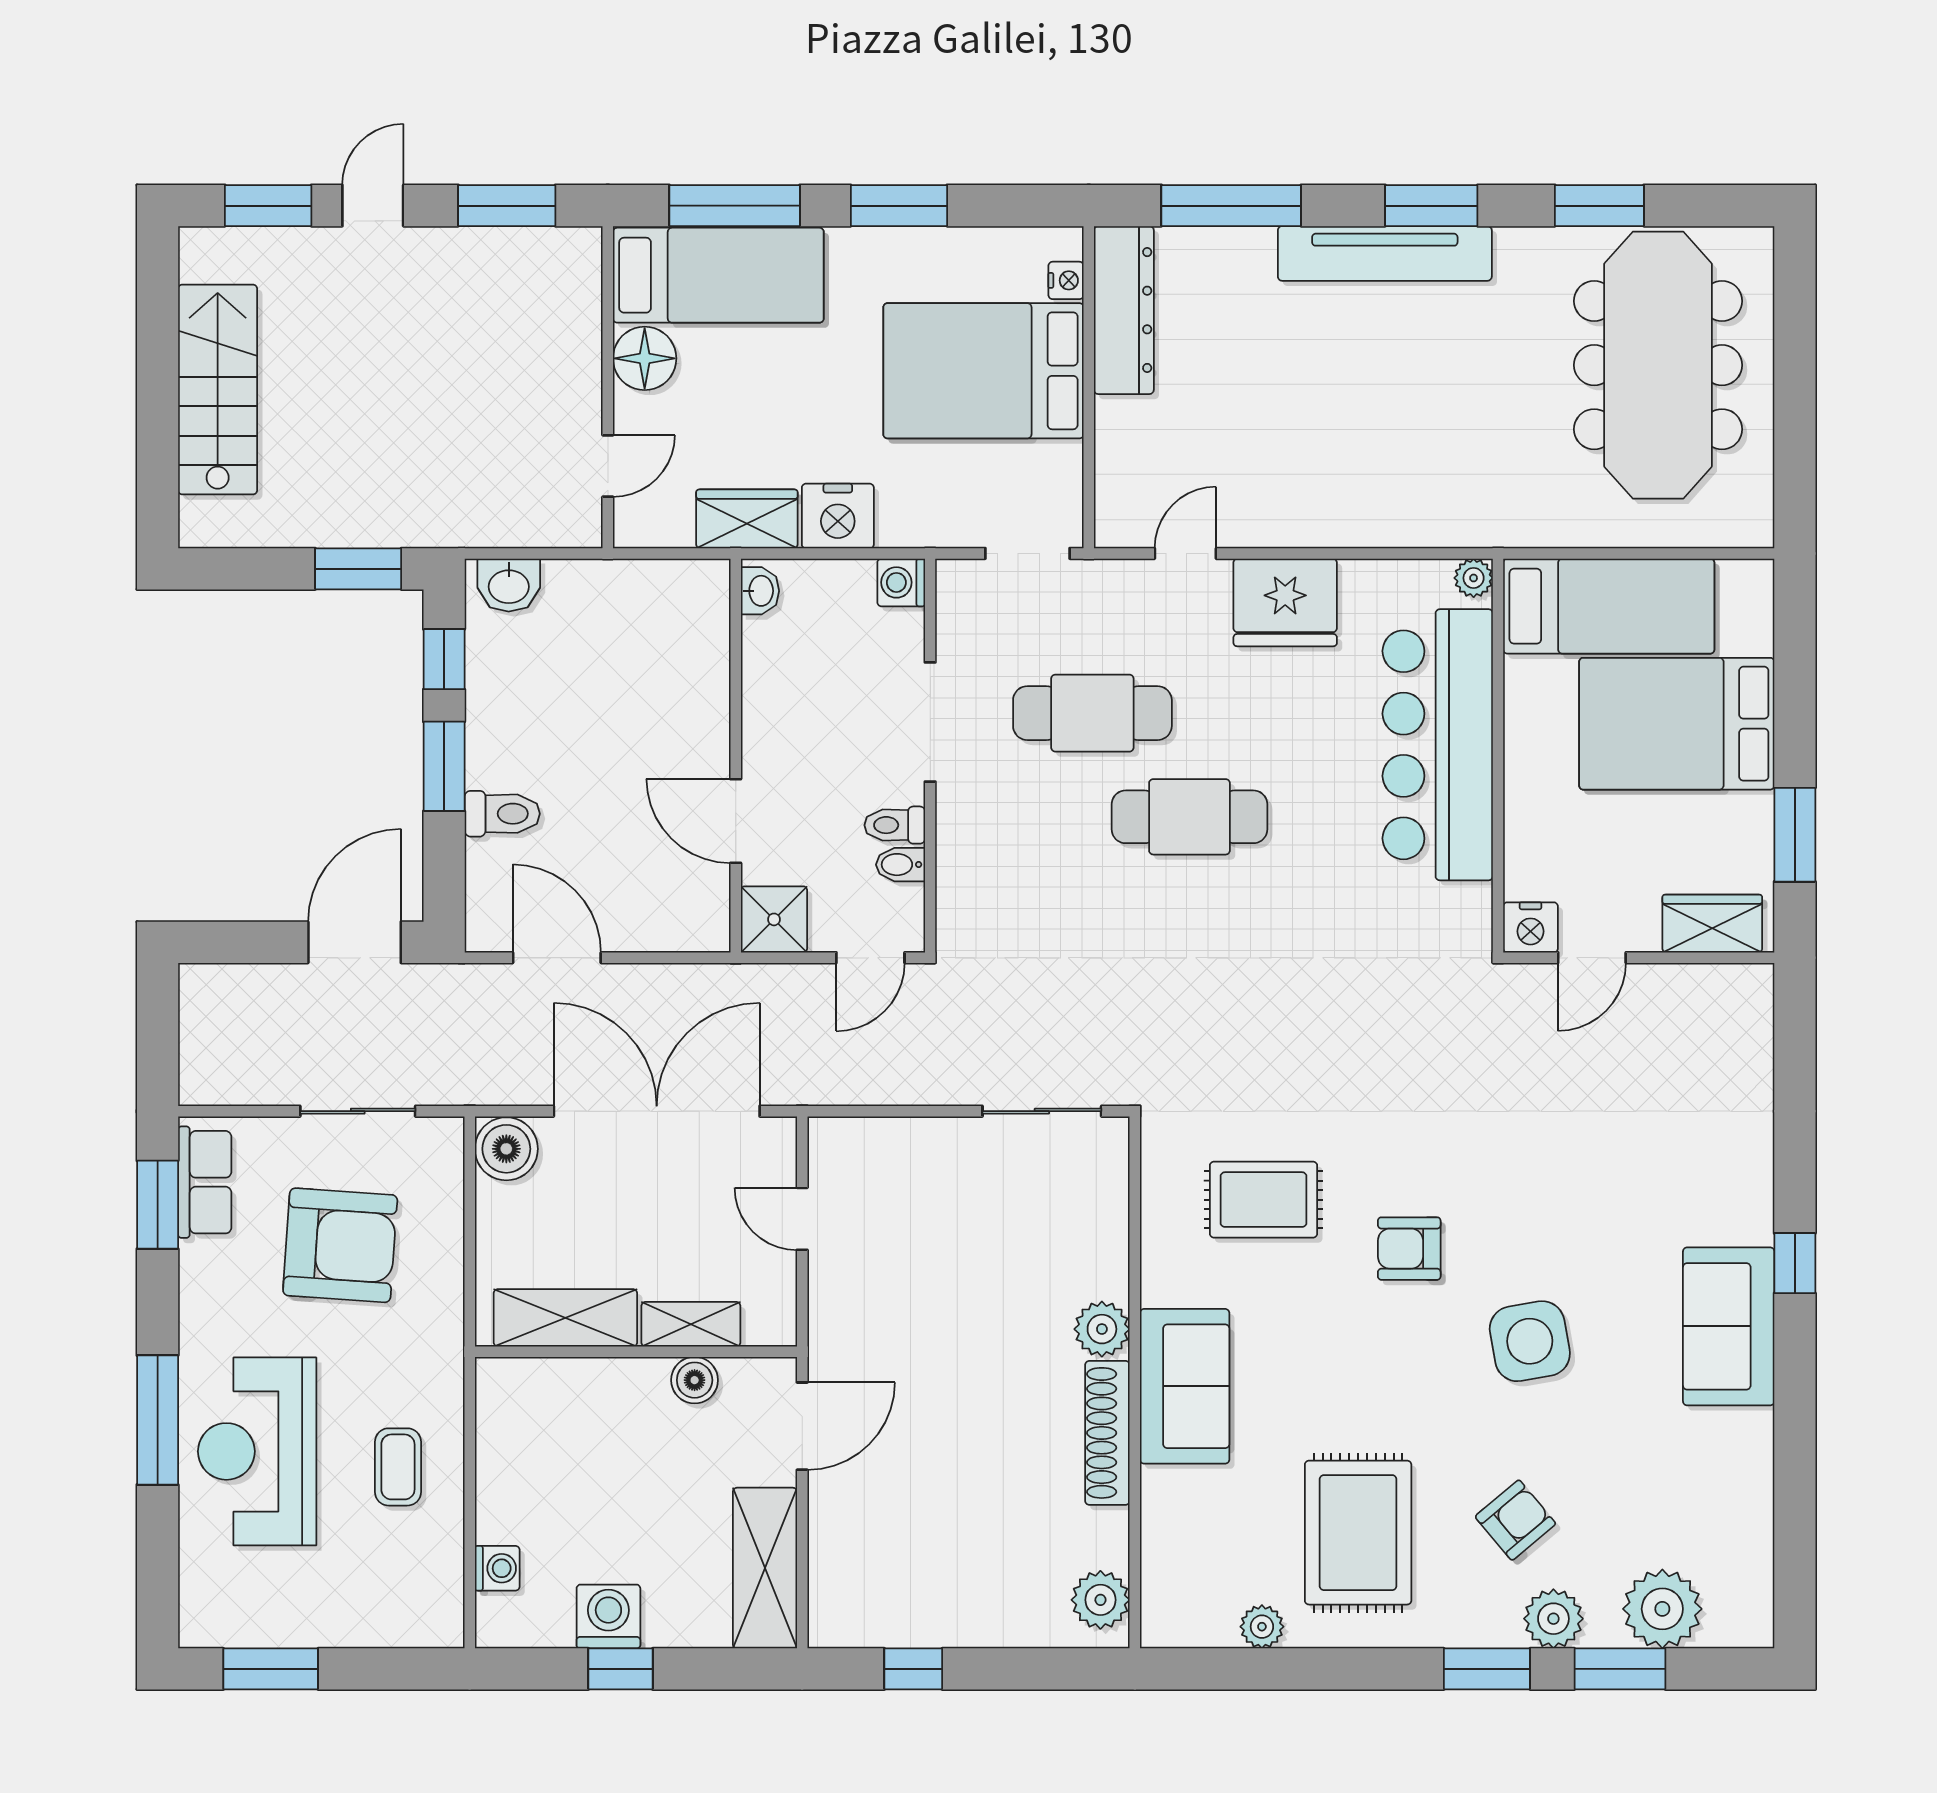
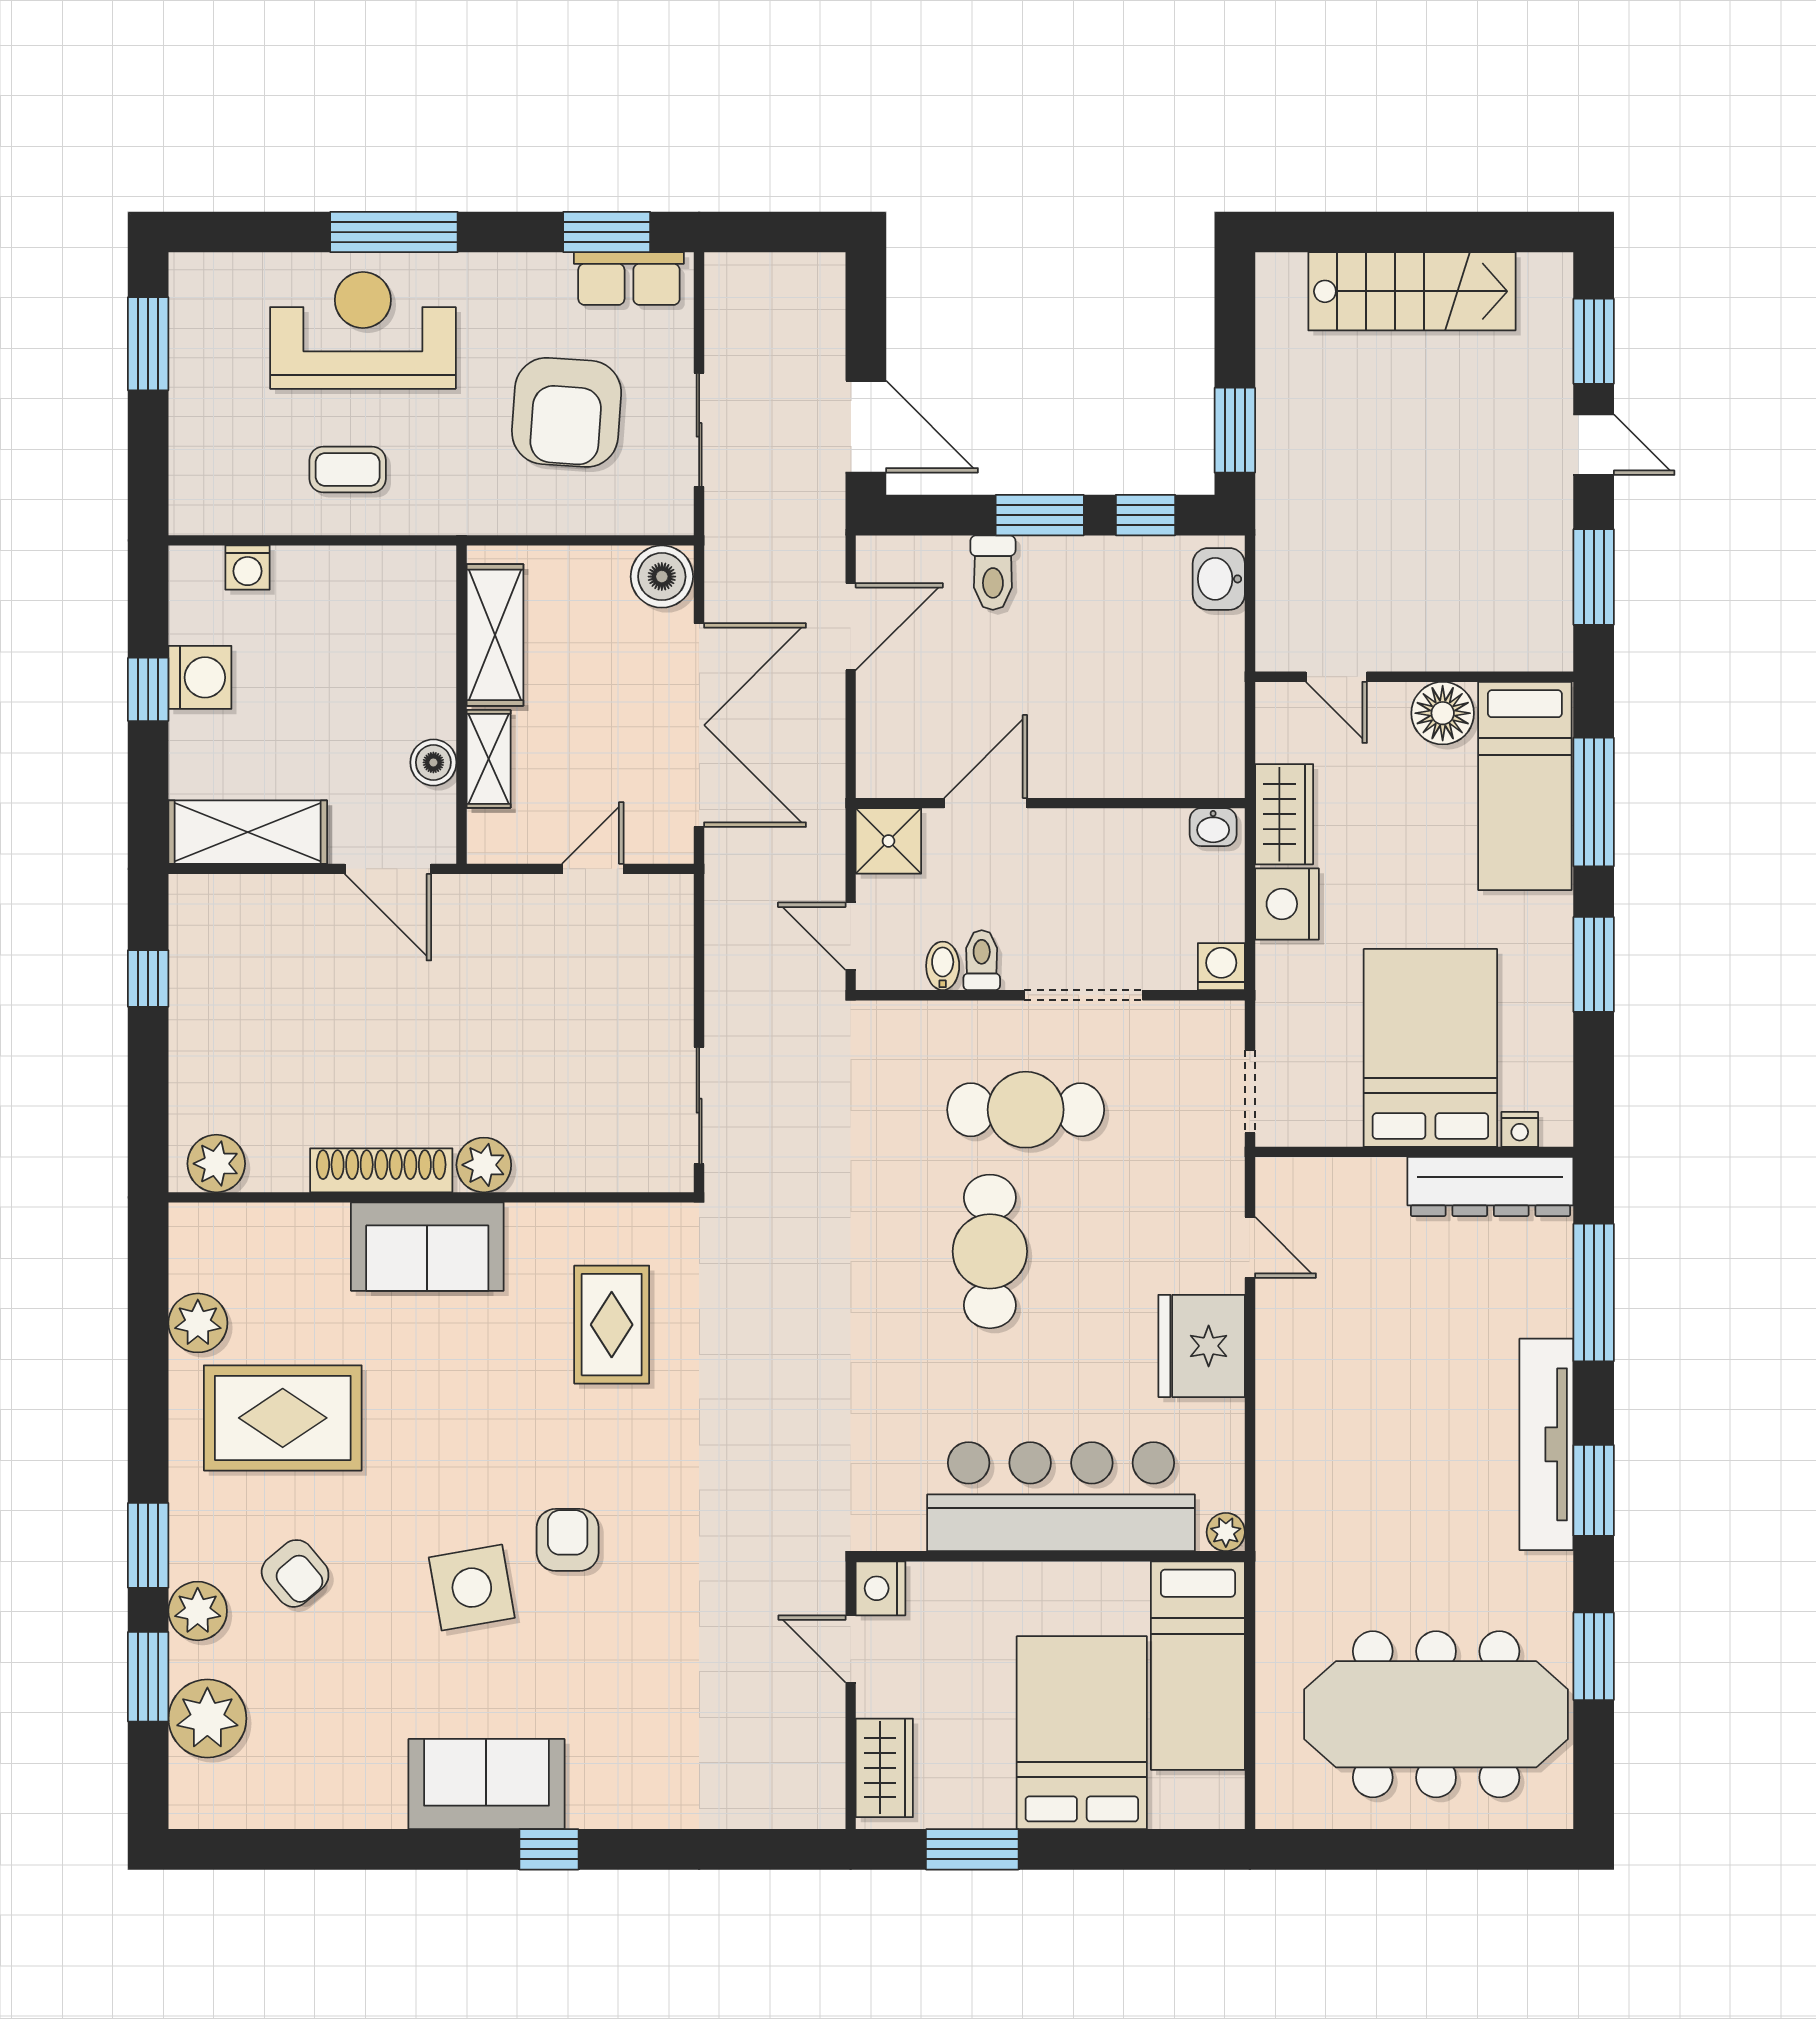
cafe table: (1092, 713) -> (1026, 1110), moved, turned 90
armchair: (1409, 1249) -> (568, 1540), moved
plant: (1262, 1627) -> (198, 1323), width x1.38, depth x1.38

